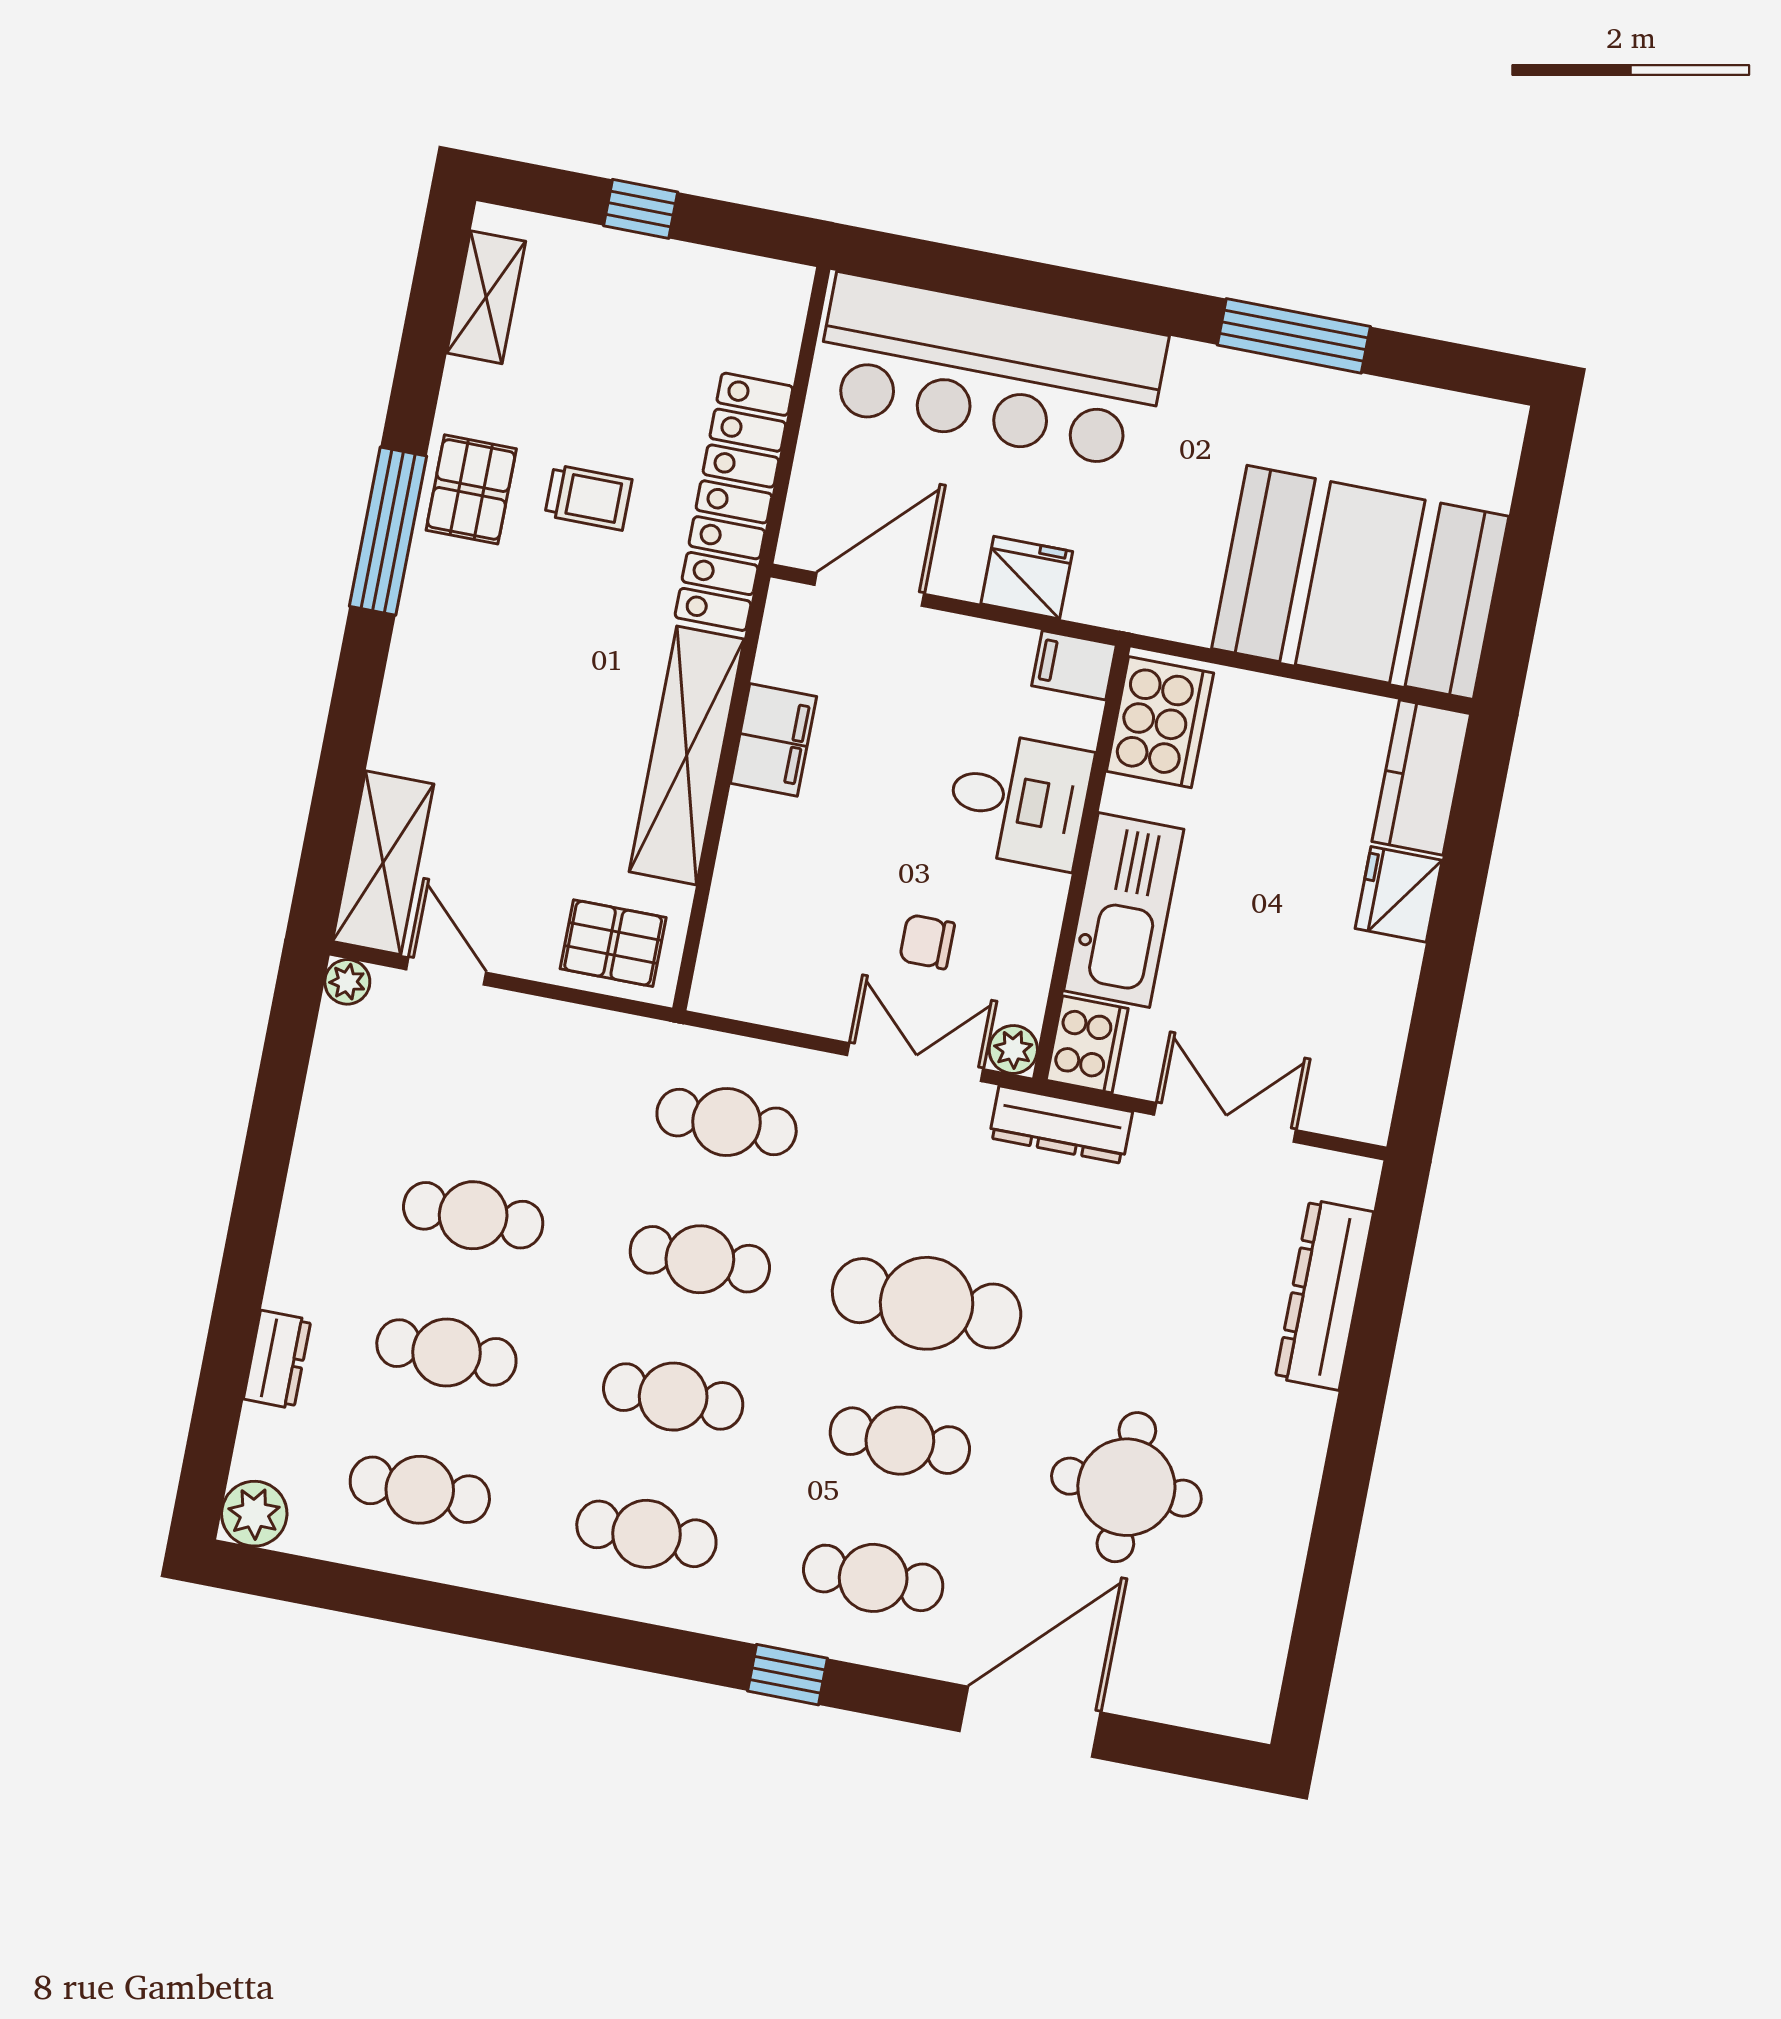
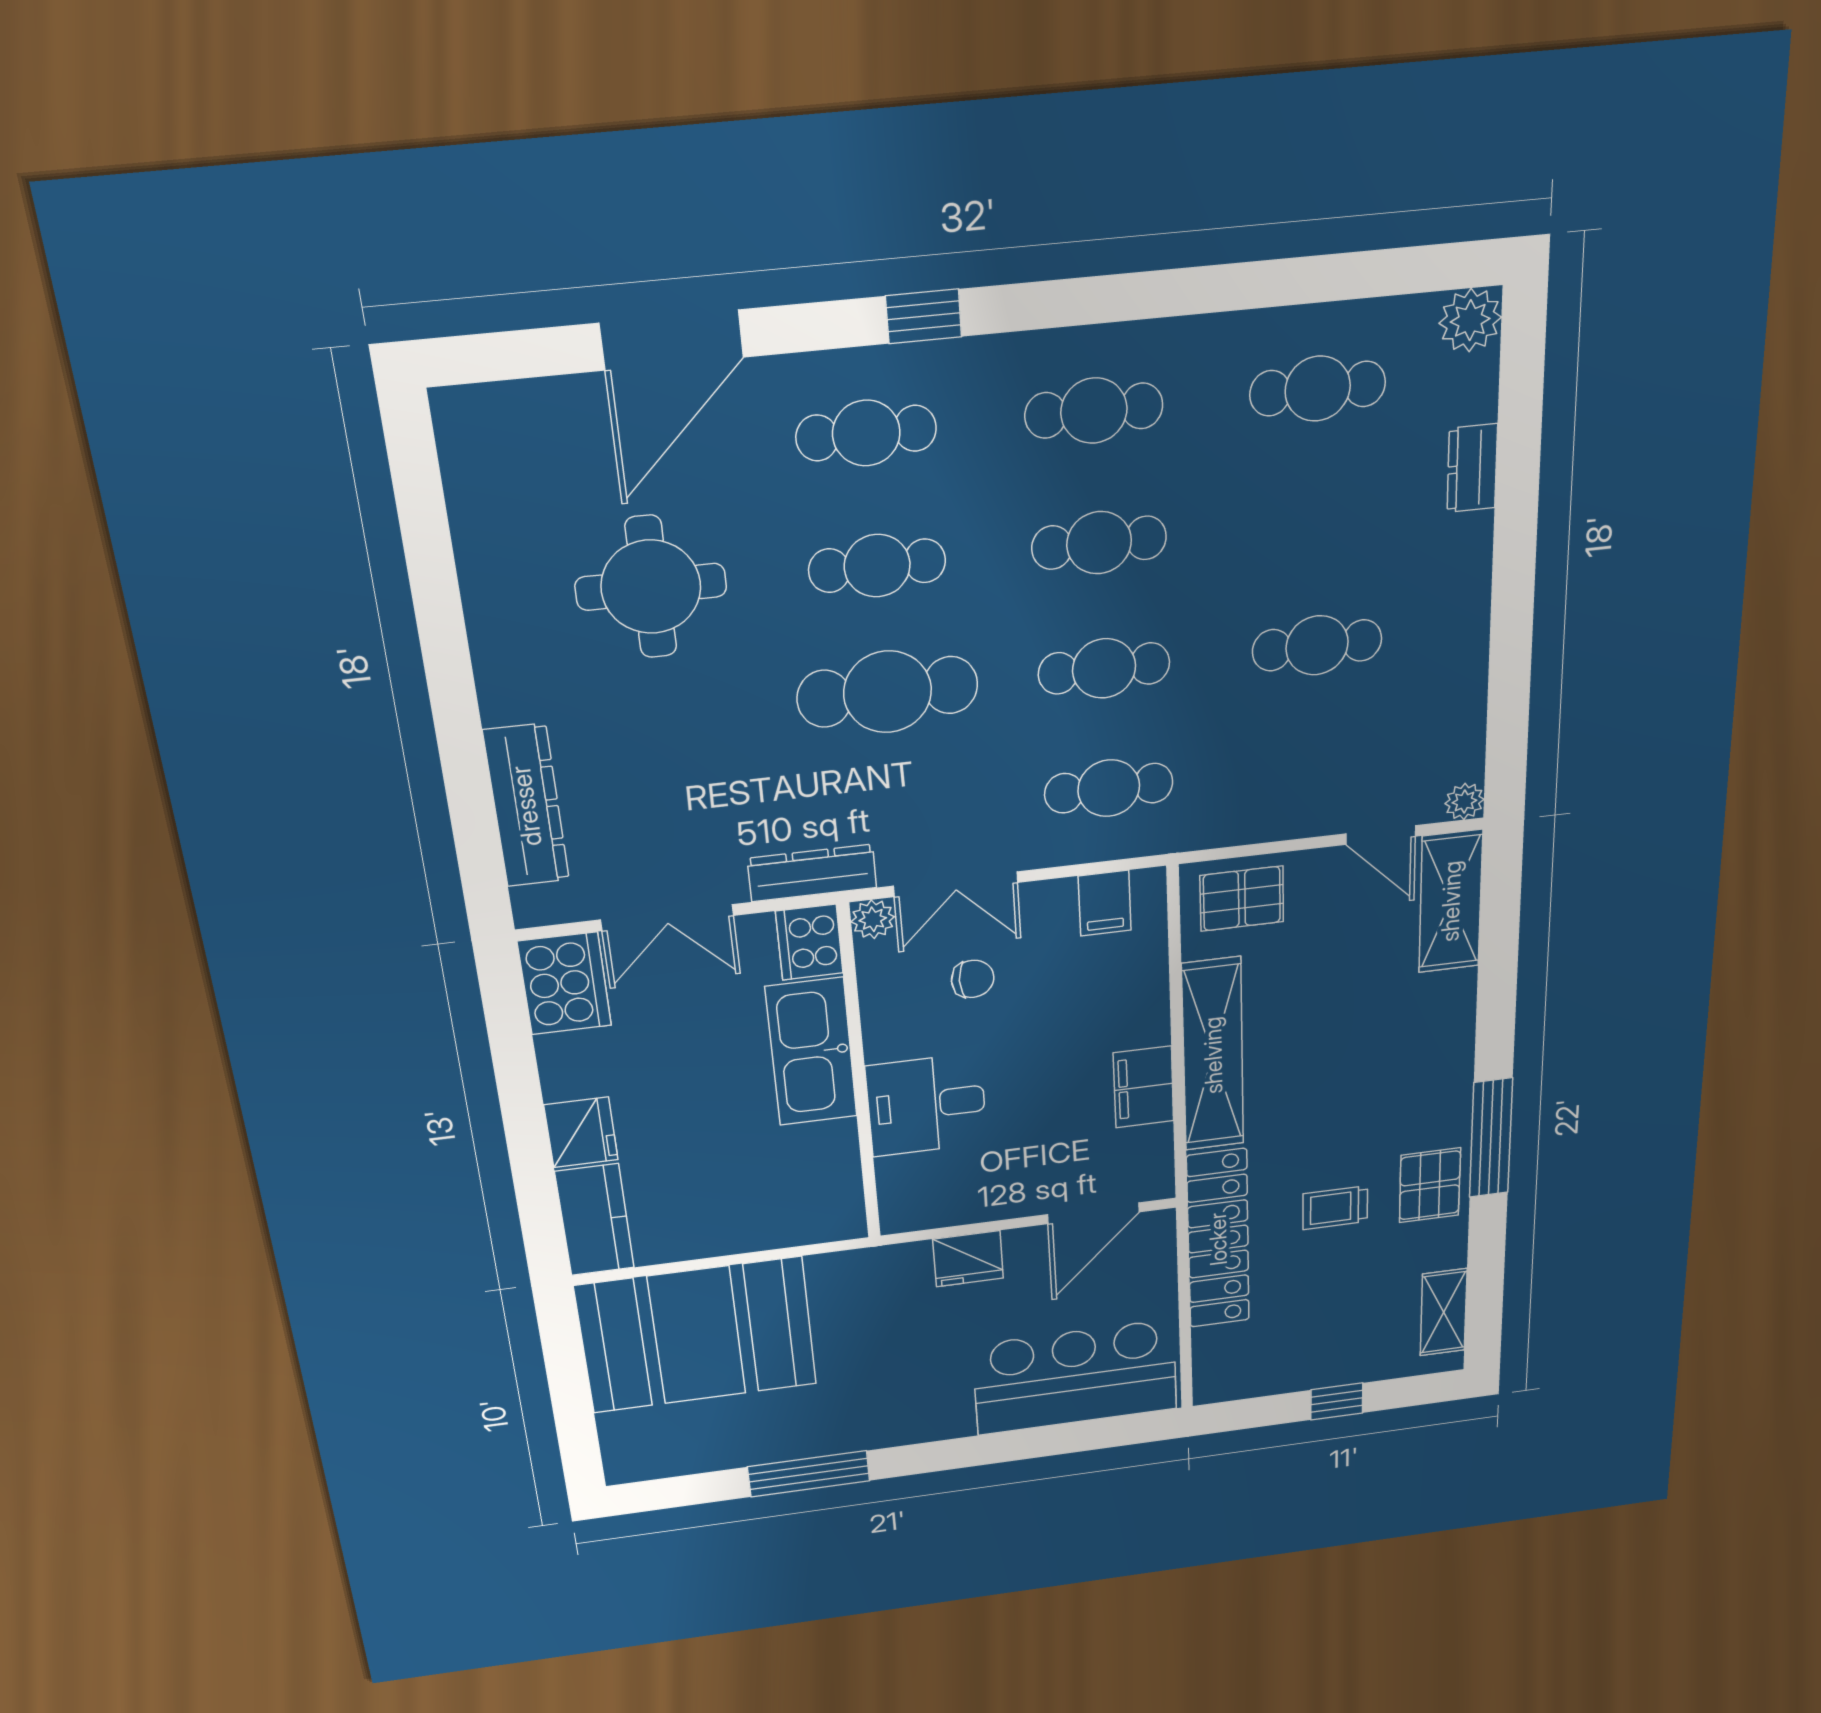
bar counter: (990, 371) -> (1075, 1377), width x0.73
filing cabinet: (1074, 665) -> (1105, 903), moved, turned 90
cooker: (1160, 722) -> (564, 984), moved, turned 180
cafe table: (446, 1352) -> (1317, 520), removed

